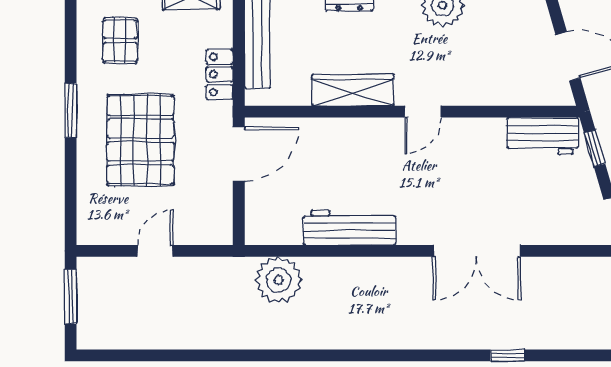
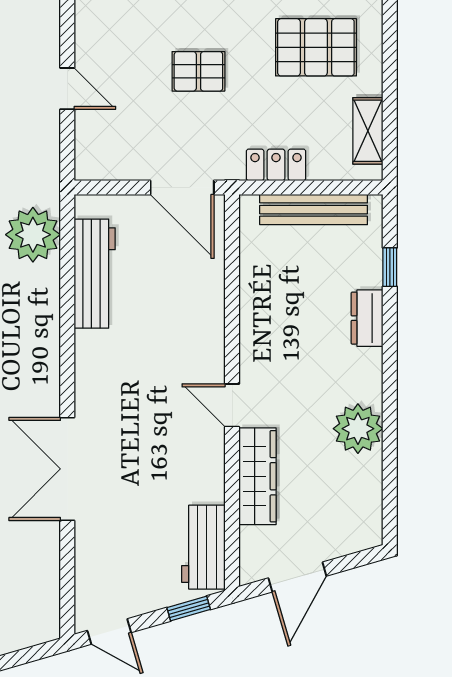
pallet: (120, 41) -> (316, 47), width x1.50, depth x1.42
wardrobe: (353, 90) -> (258, 476), moved
pallet: (140, 140) -> (198, 71), width x0.49, depth x0.50
workbench: (350, 228) -> (95, 274), moved

